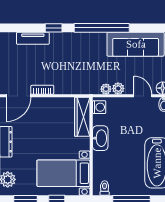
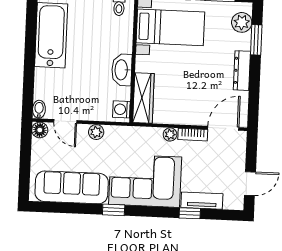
window: (54, 28) -> (190, 213), moved
window: (102, 28) -> (114, 210), width x0.32
corner sofa: (78, 52) -> (145, 181), added
plant: (106, 89) -> (170, 134), moved

